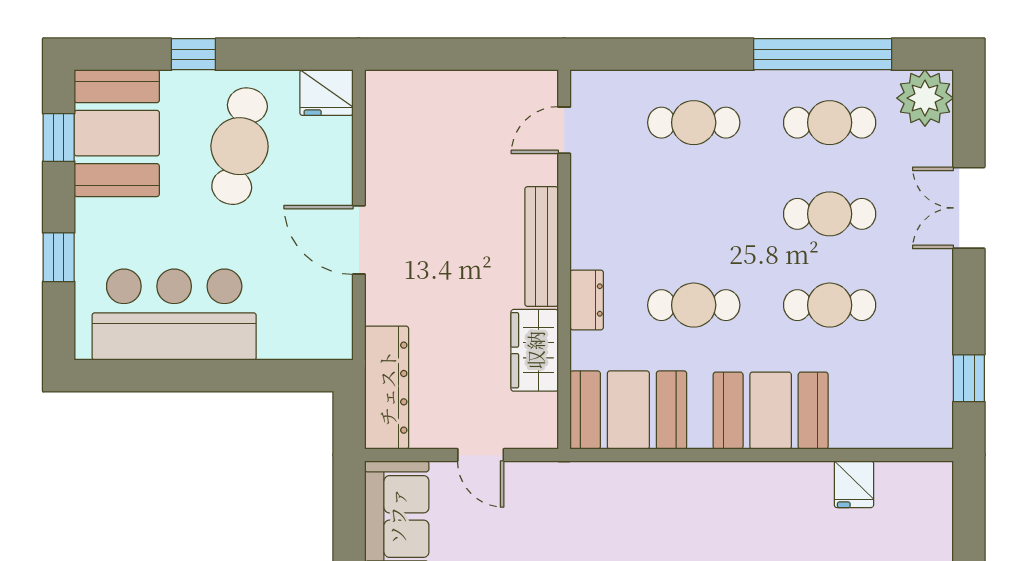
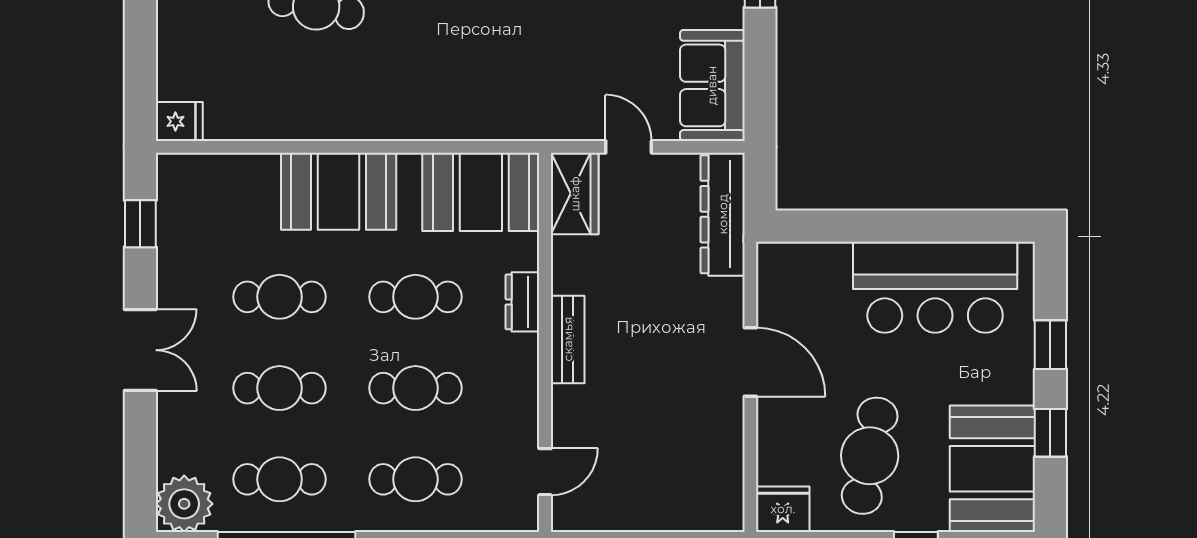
window: (59, 137) -> (1050, 433), moved
double door: (969, 208) -> (140, 350), moved
cafe table: (694, 214) -> (415, 388), added
bench: (542, 247) -> (568, 339), width x0.73
wardrobe: (535, 350) -> (575, 194), moved
fridge: (854, 484) -> (179, 121), moved, turned 90

